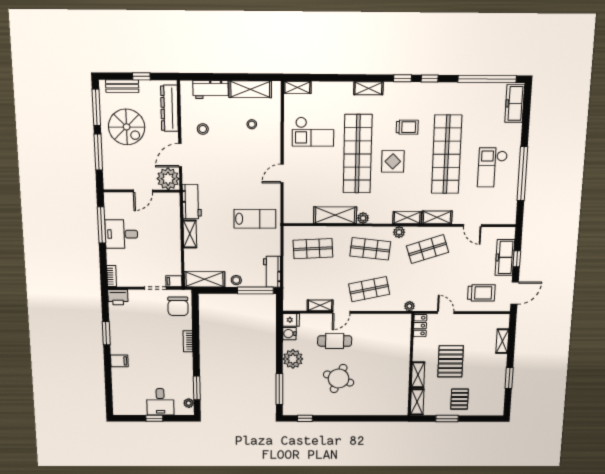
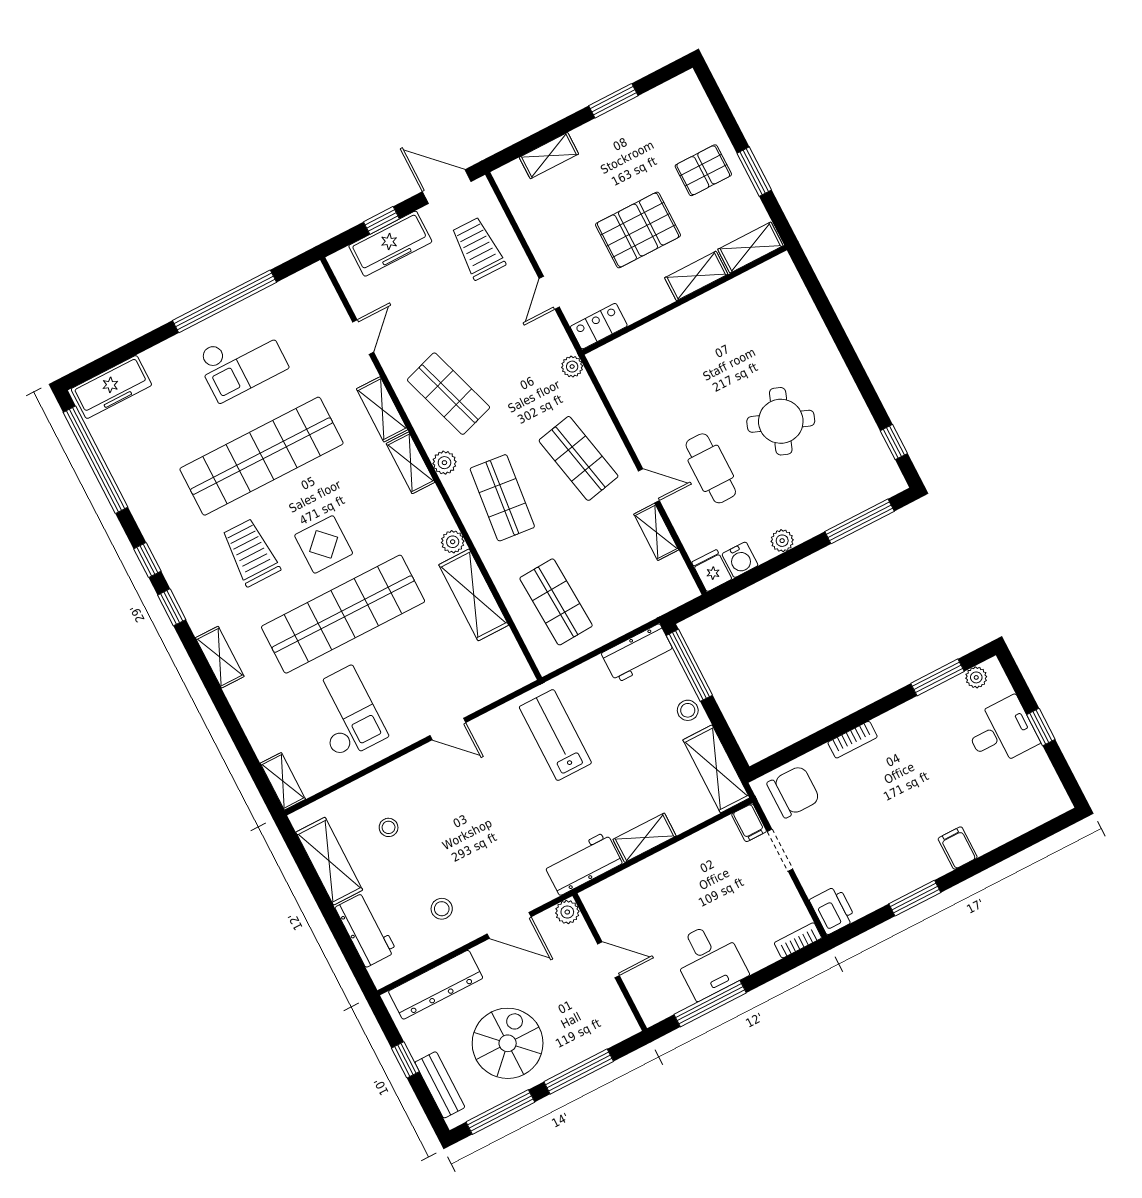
trolley: (407, 127) -> (251, 552), width x1.36, depth x1.39
plant: (168, 179) -> (567, 912), width x0.53, depth x0.53
plant: (293, 359) -> (782, 541), width x0.53, depth x0.53

